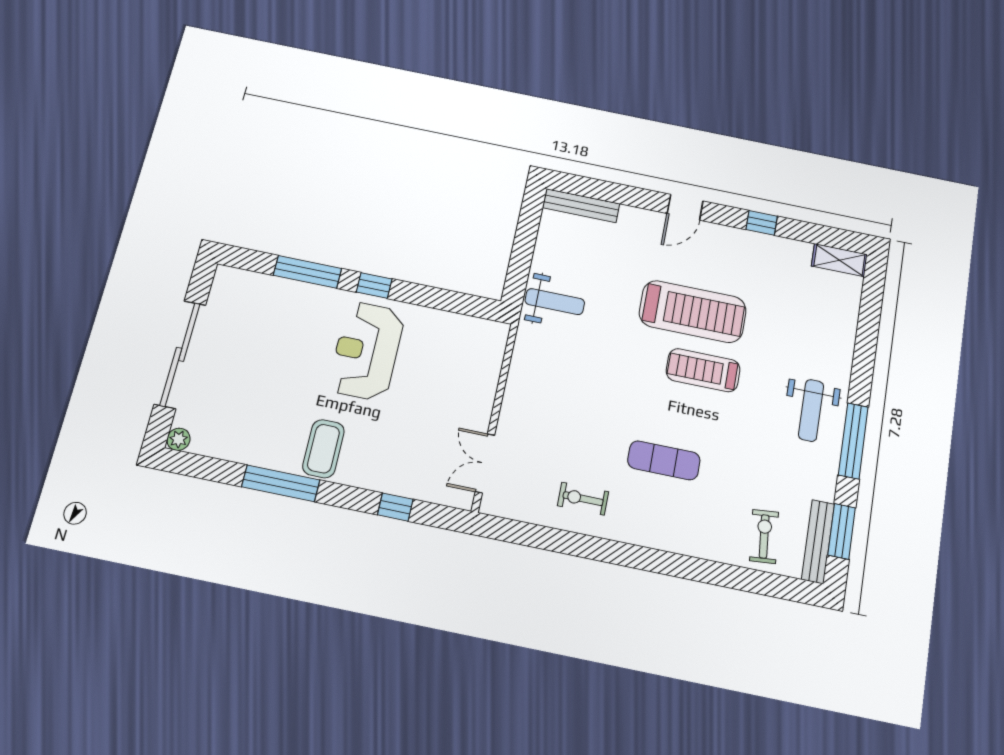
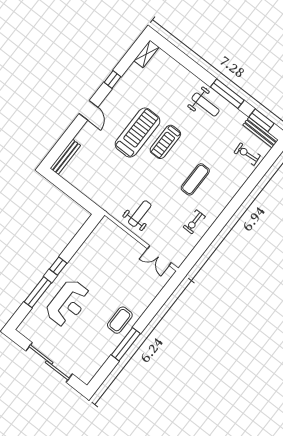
weight bench: (555, 302) -> (140, 214), moved
reception desk: (367, 351) -> (68, 303), moved, turned -90
plant: (179, 439) -> (86, 378), removed
coffee table: (323, 449) -> (120, 320), turned 90
window: (395, 507) -> (159, 302), removed

